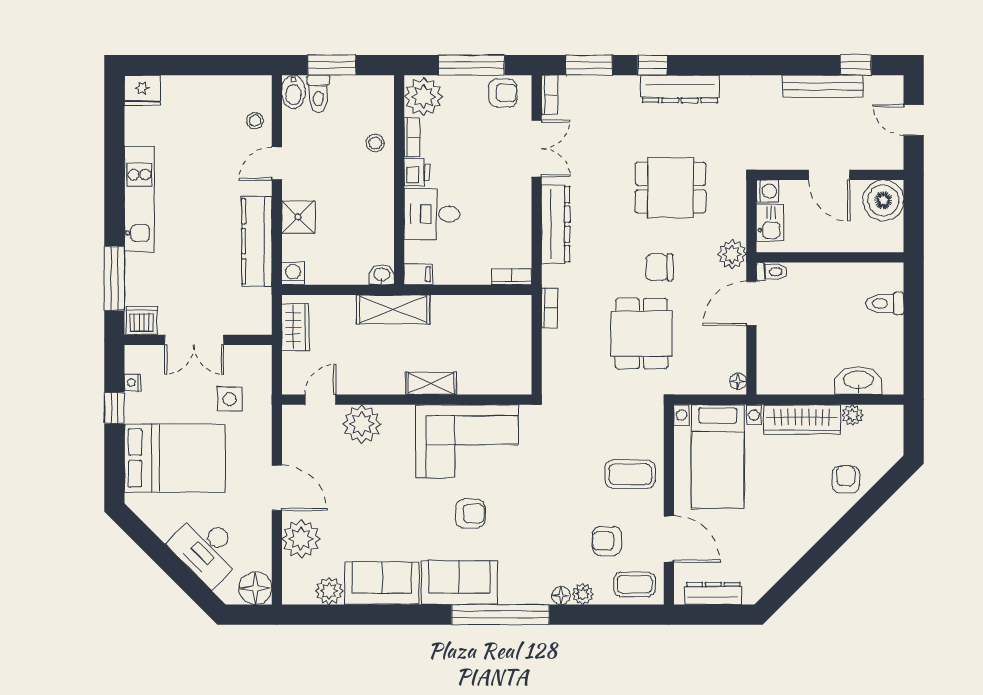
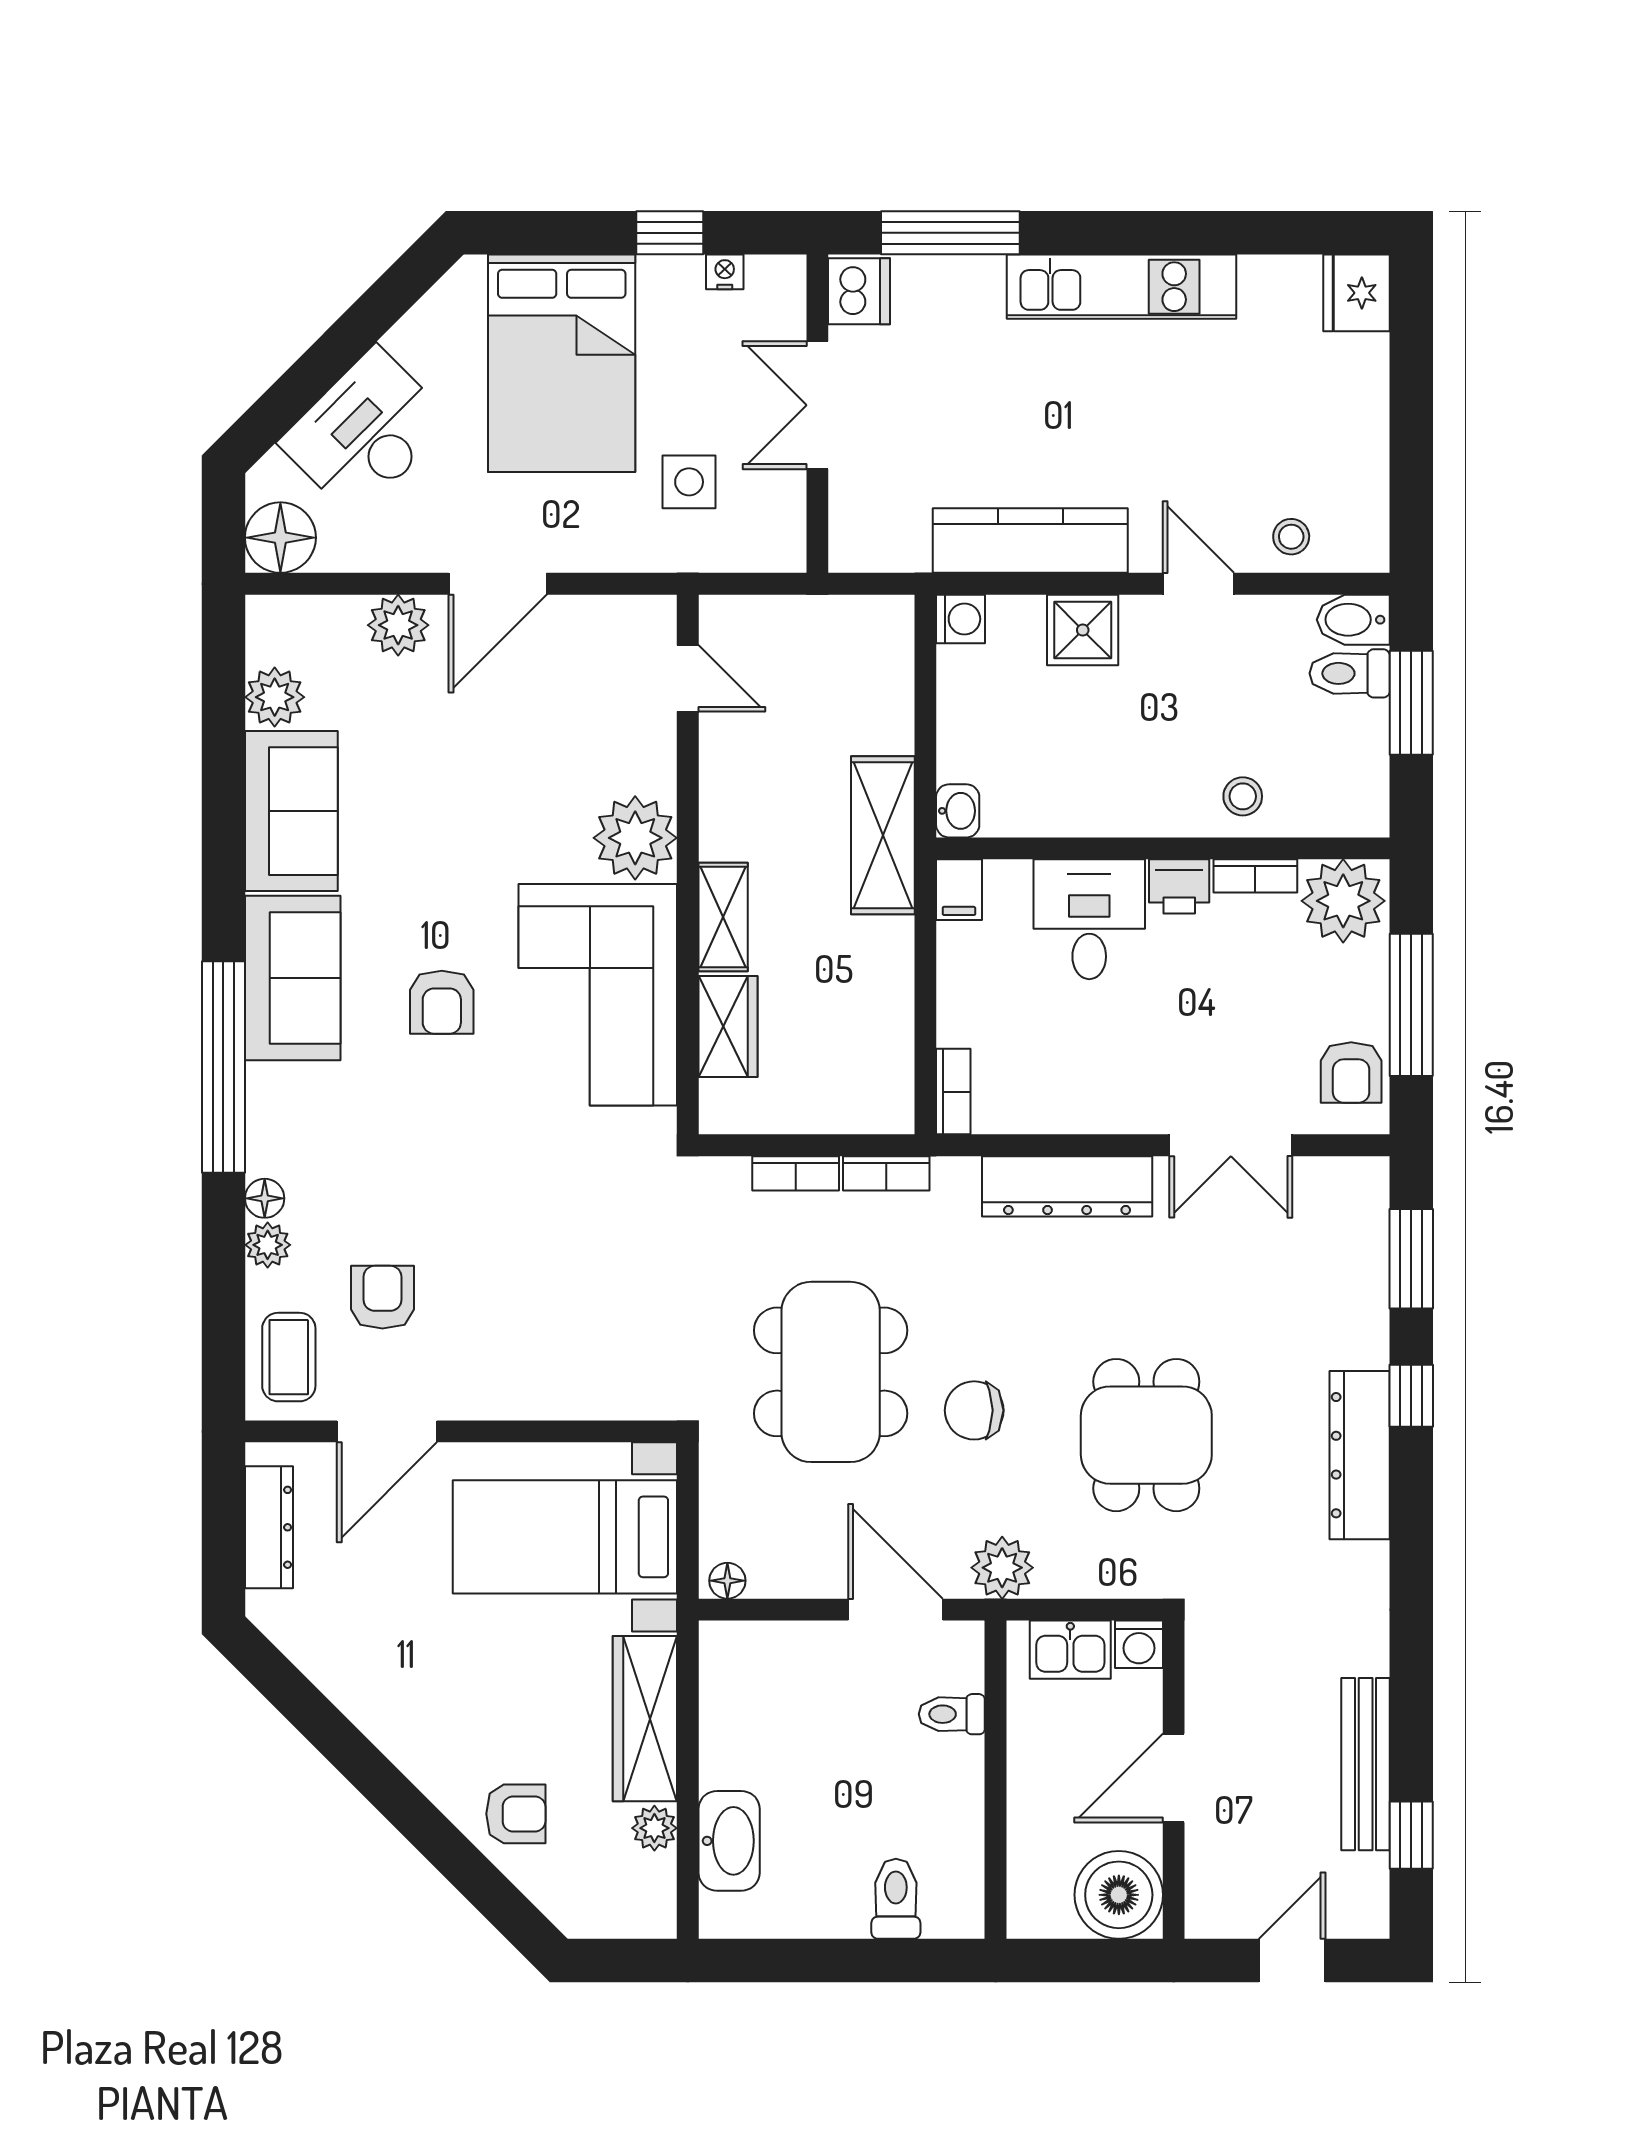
bookcase: (550, 95) -> (796, 1173), moved
chair: (659, 267) -> (974, 1410), turned -90
toilet: (772, 272) -> (952, 1714), moved, turned 90
wardrobe: (295, 327) -> (728, 1026), moved, turned -90
dining table: (641, 334) -> (831, 1372), width x1.38
plant: (362, 424) -> (635, 838), moved
coffee table: (630, 474) -> (527, 1348), removed
plant: (301, 539) -> (398, 625), width x0.73, depth x0.73

